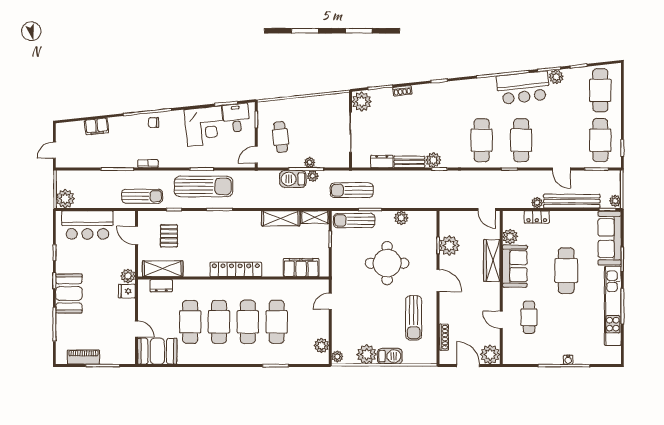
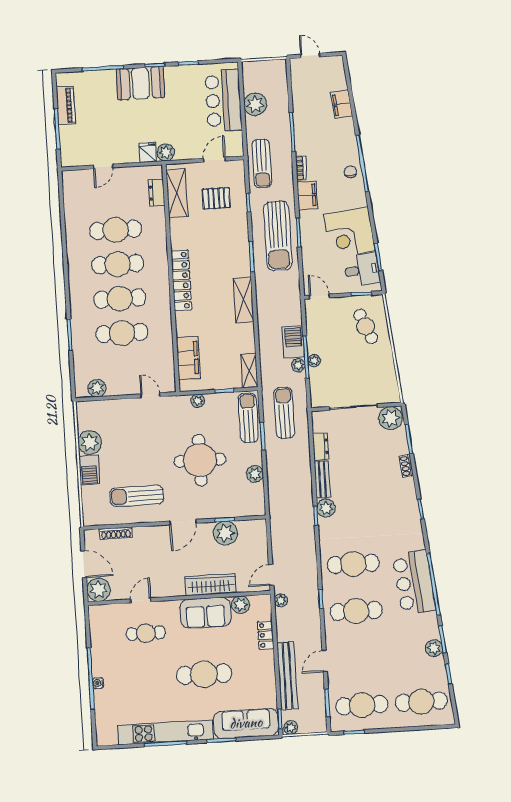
bar counter: (523, 88) -> (414, 582), moved
cafe table: (281, 137) -> (366, 326), moved, turned 74
filing cabinet: (171, 160) -> (307, 195), added
plant: (65, 199) -> (255, 104), moved
plant: (537, 203) -> (281, 600), moved
shelving: (281, 218) -> (244, 300), moved
booth: (157, 351) -> (78, 193), removed
plant: (337, 357) -> (198, 401), moved
door: (468, 366) -> (84, 564), hinge flipped

